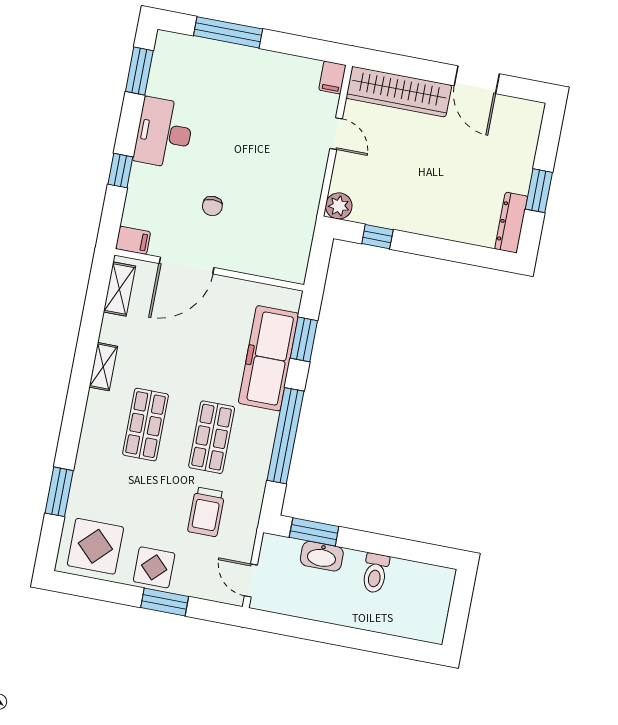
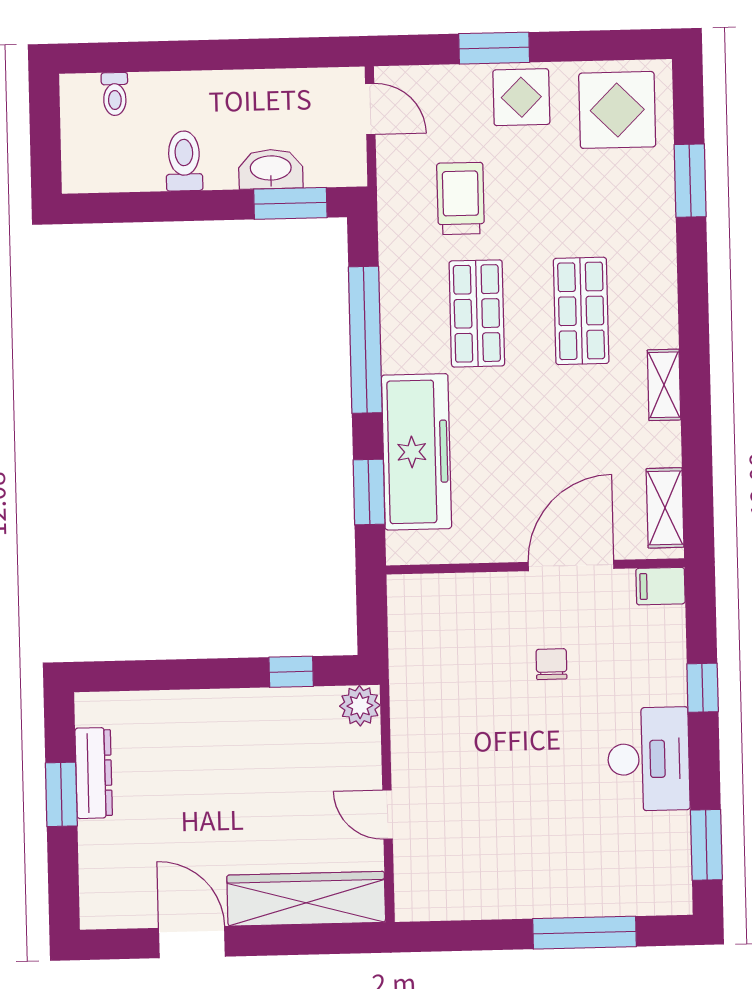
filing cabinet: (332, 78) -> (412, 898), removed
dresser: (511, 223) -> (94, 773), moved
toilet: (410, 625) -> (115, 94), added

